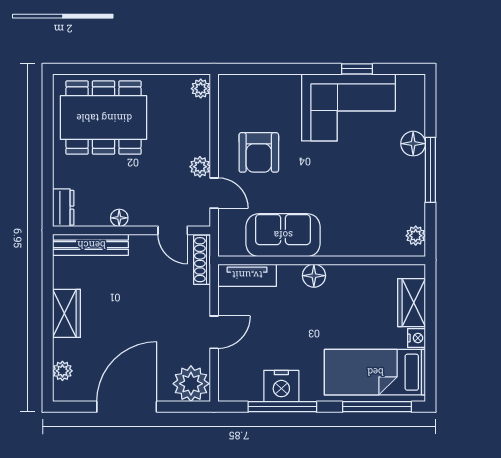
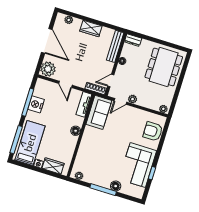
armchair: (259, 152) -> (153, 131), moved
sofa: (283, 235) -> (99, 112), moved

